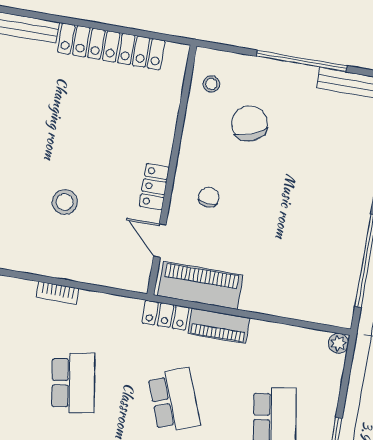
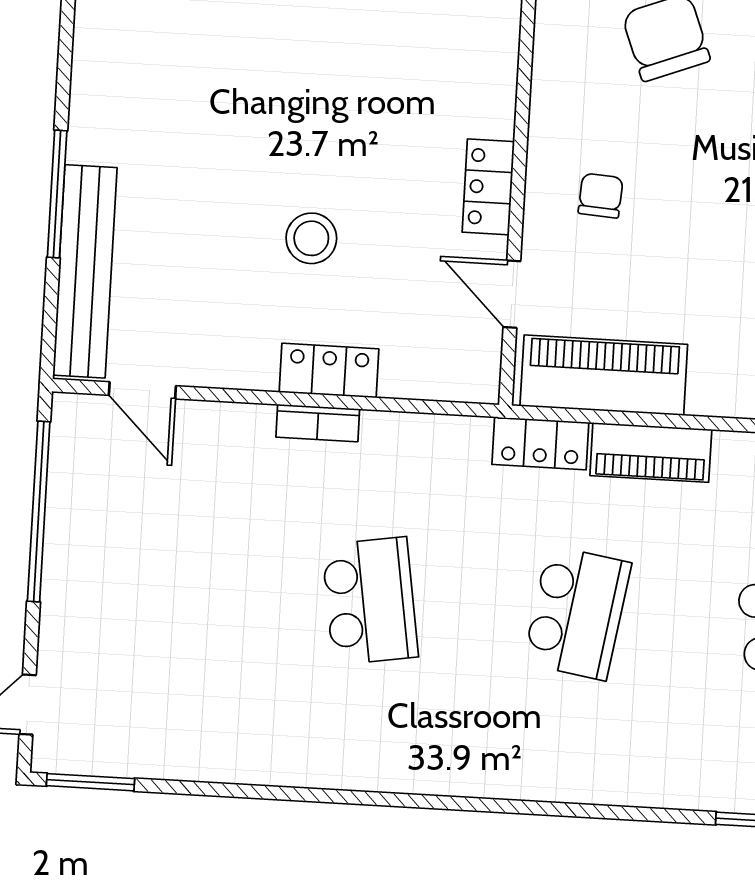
locker: (66, 268) -> (329, 371), added
school desk: (174, 400) -> (577, 613), turned 30

